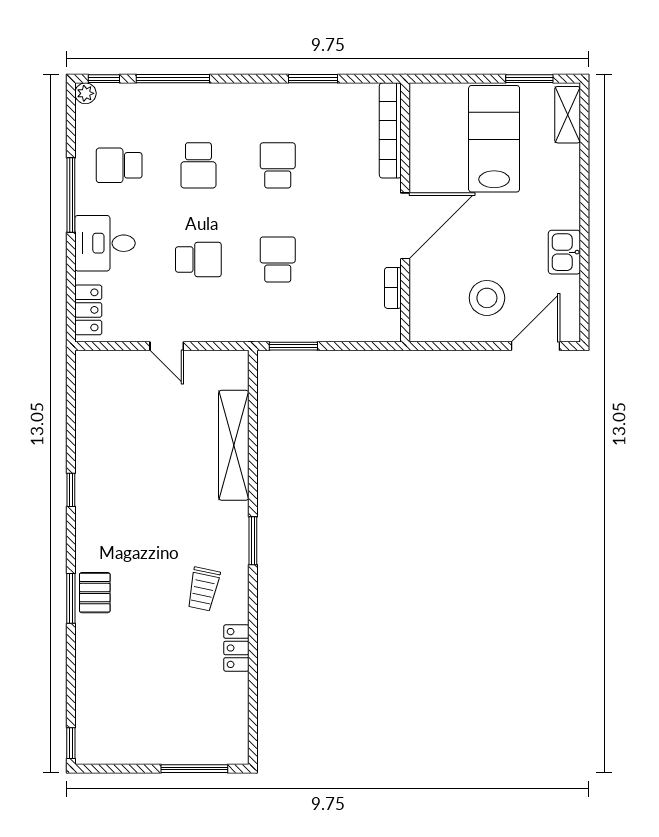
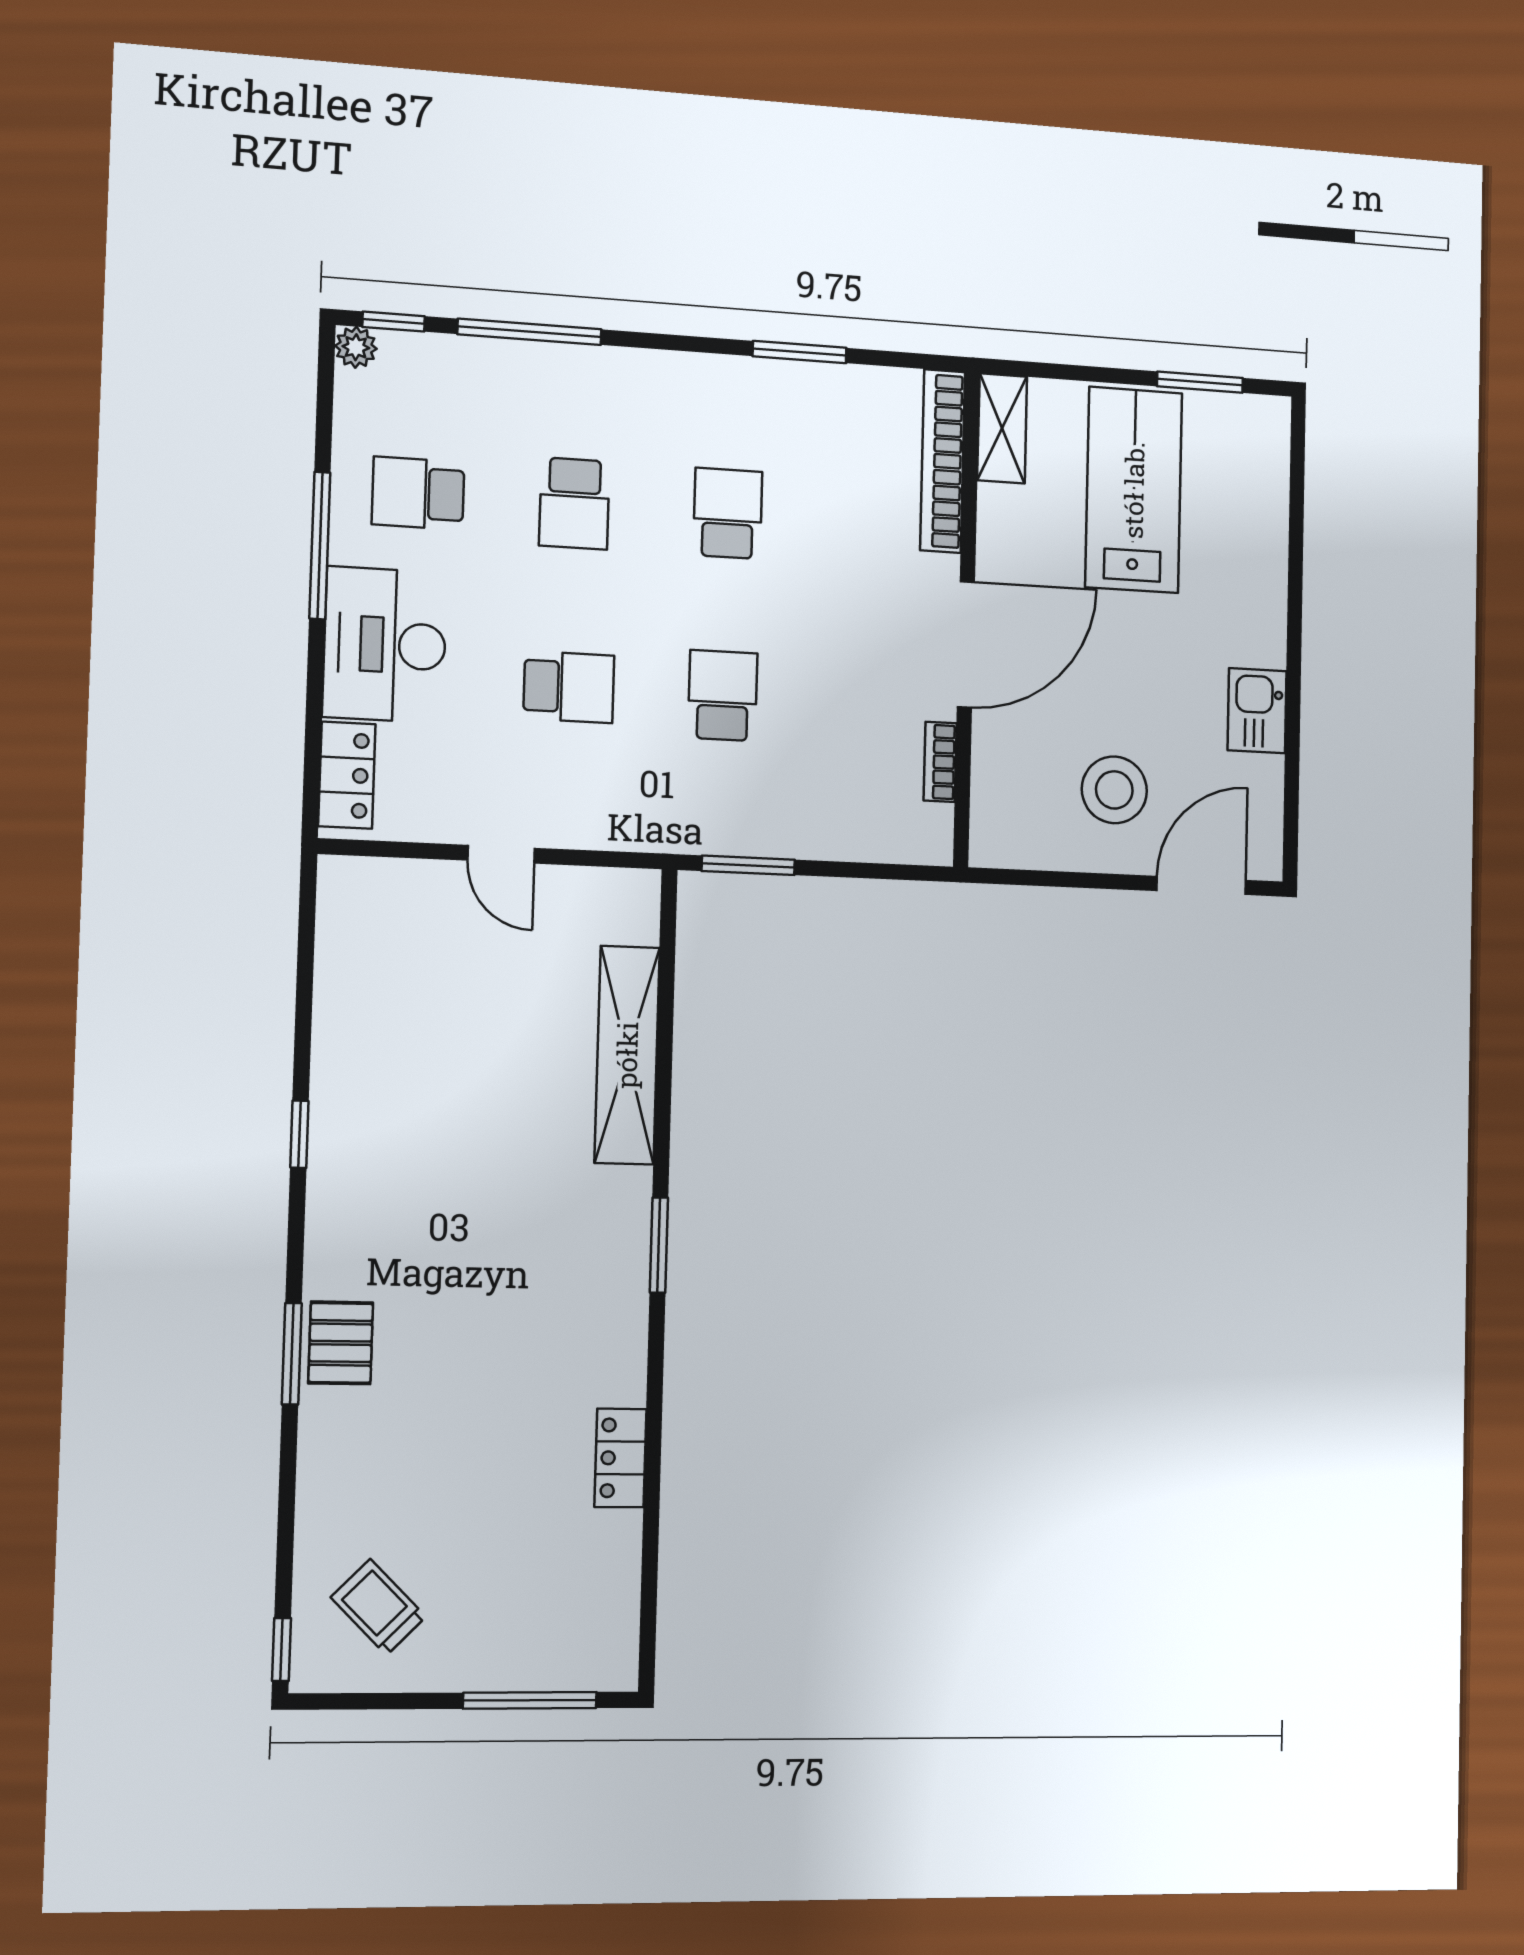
shelving: (568, 115) -> (1002, 428), moved
desk: (105, 243) -> (385, 645), width x1.37
trolley: (203, 589) -> (378, 1607), moved, turned 123

